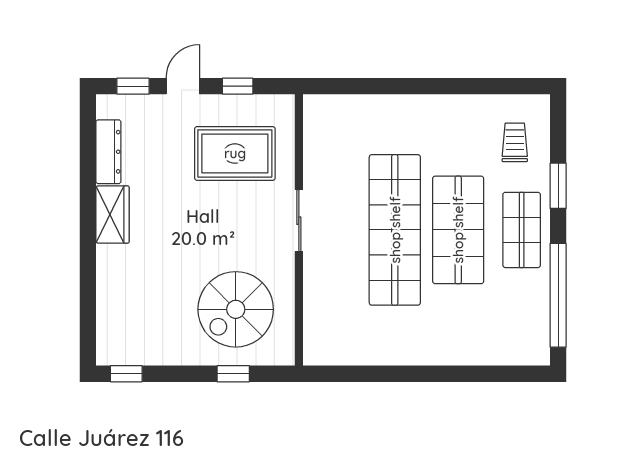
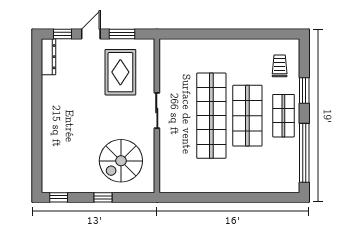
window: (238, 86) -> (122, 34), width x1.50
dresser: (108, 152) -> (49, 57), moved
rug: (235, 153) -> (120, 72), turned 90
wardrobe: (113, 215) -> (51, 107), removed
window: (233, 374) -> (103, 197), moved

